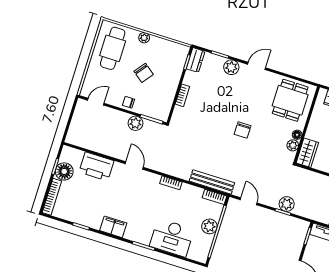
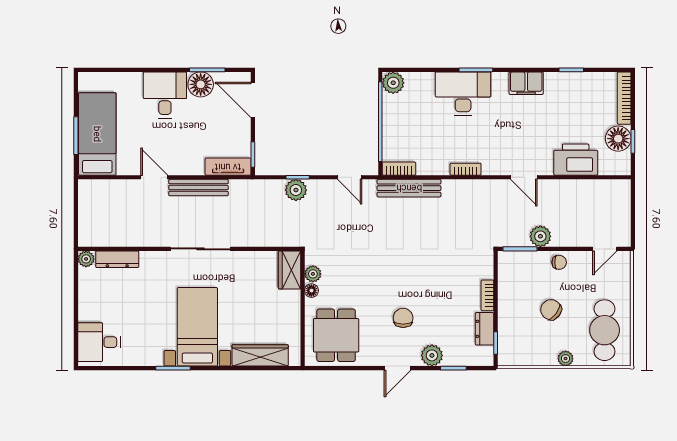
dresser: (196, 60) -> (484, 329), moved
chair: (243, 130) -> (403, 318), moved
plant: (209, 226) -> (393, 83), moved
desk: (172, 238) -> (463, 94), moved

